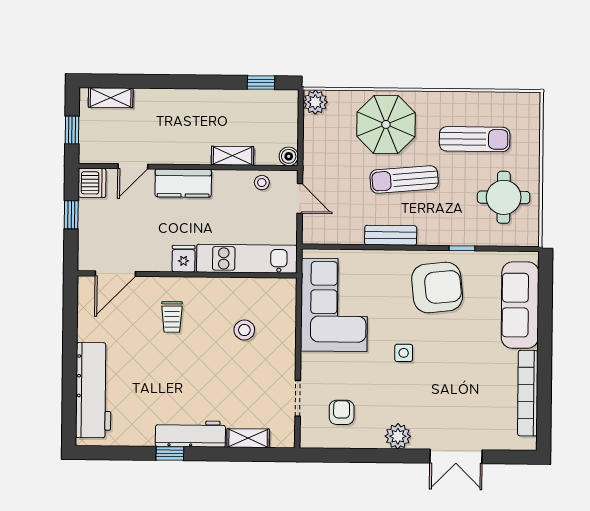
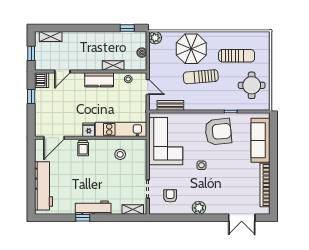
boiler: (289, 156) -> (142, 53), moved
kitchen counter: (183, 183) -> (99, 80), moved
bench: (391, 235) -> (170, 105), moved
fridge: (184, 259) -> (89, 130), moved
kitchen unit: (247, 259) -> (121, 129), moved
door: (115, 274) -> (54, 138), moved
wall: (187, 274) -> (91, 138), moved
shelving: (248, 438) -> (133, 210), moved
double door: (456, 456) -> (242, 218), moved

